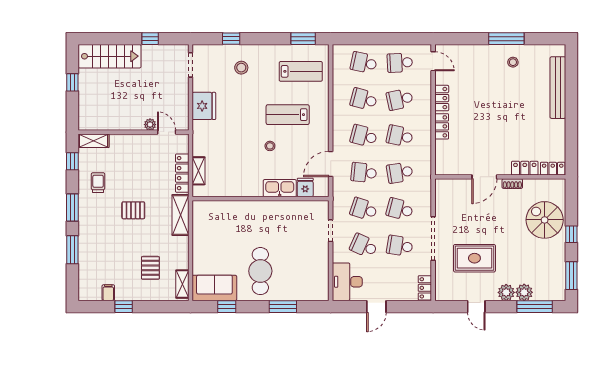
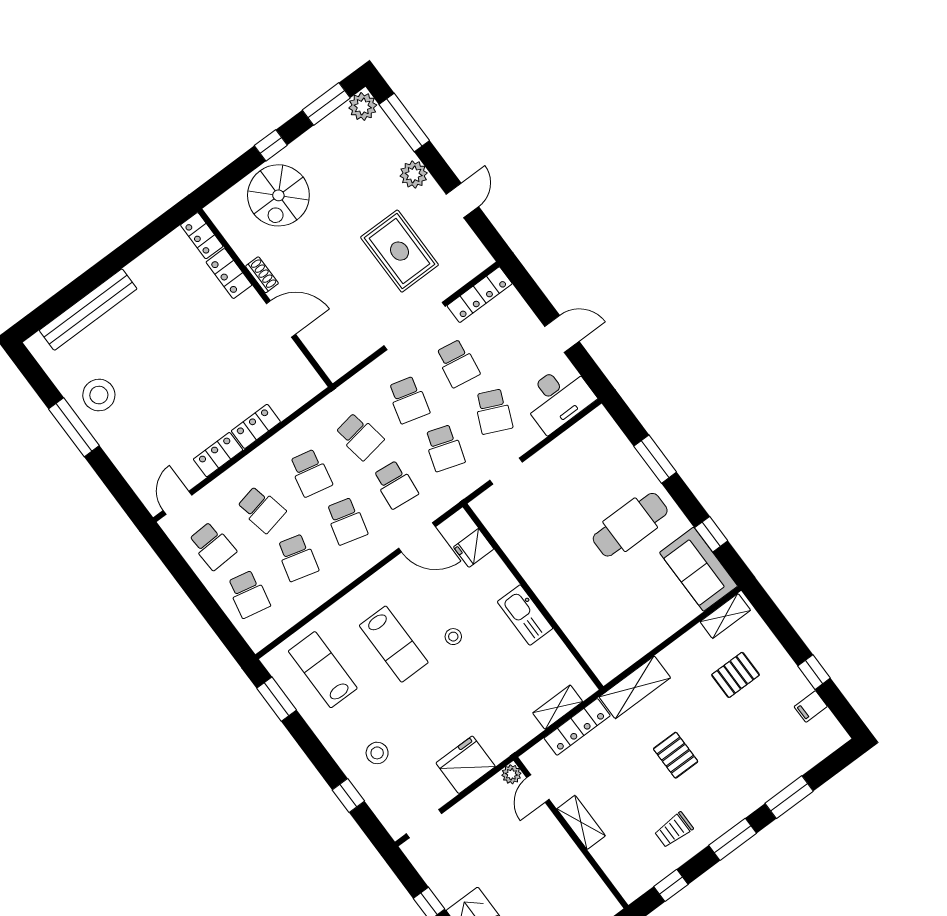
stool: (513, 62) -> (99, 395), width x1.89, depth x1.89
plant: (150, 125) -> (511, 774), moved
shelving: (94, 141) -> (581, 822), moved
kitchen sink: (280, 188) -> (525, 615), moved
locker: (425, 288) -> (480, 295), width x1.53
plant: (524, 292) -> (363, 107), moved

